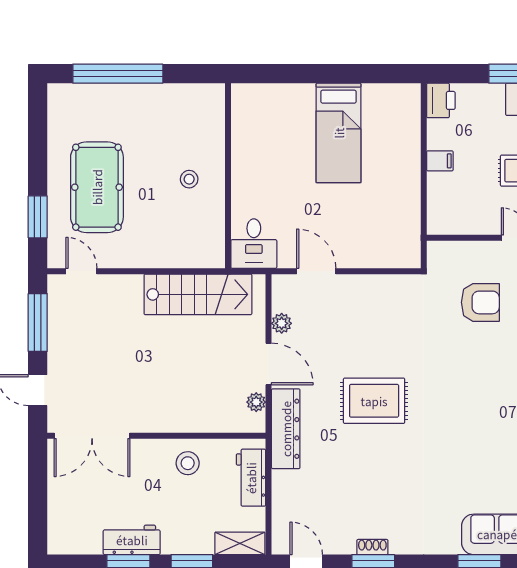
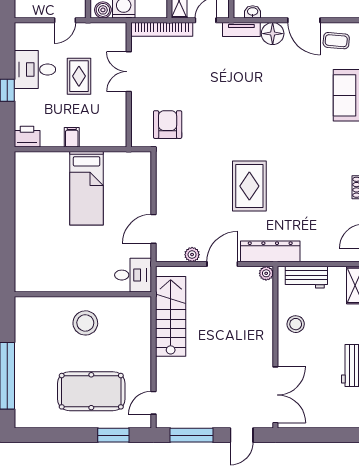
bed: (339, 133) -> (87, 188), moved, turned 90
stool: (189, 179) -> (85, 323), width x1.89, depth x1.89
armchair: (480, 302) -> (168, 125), moved
plant: (256, 402) -> (266, 273), moved

